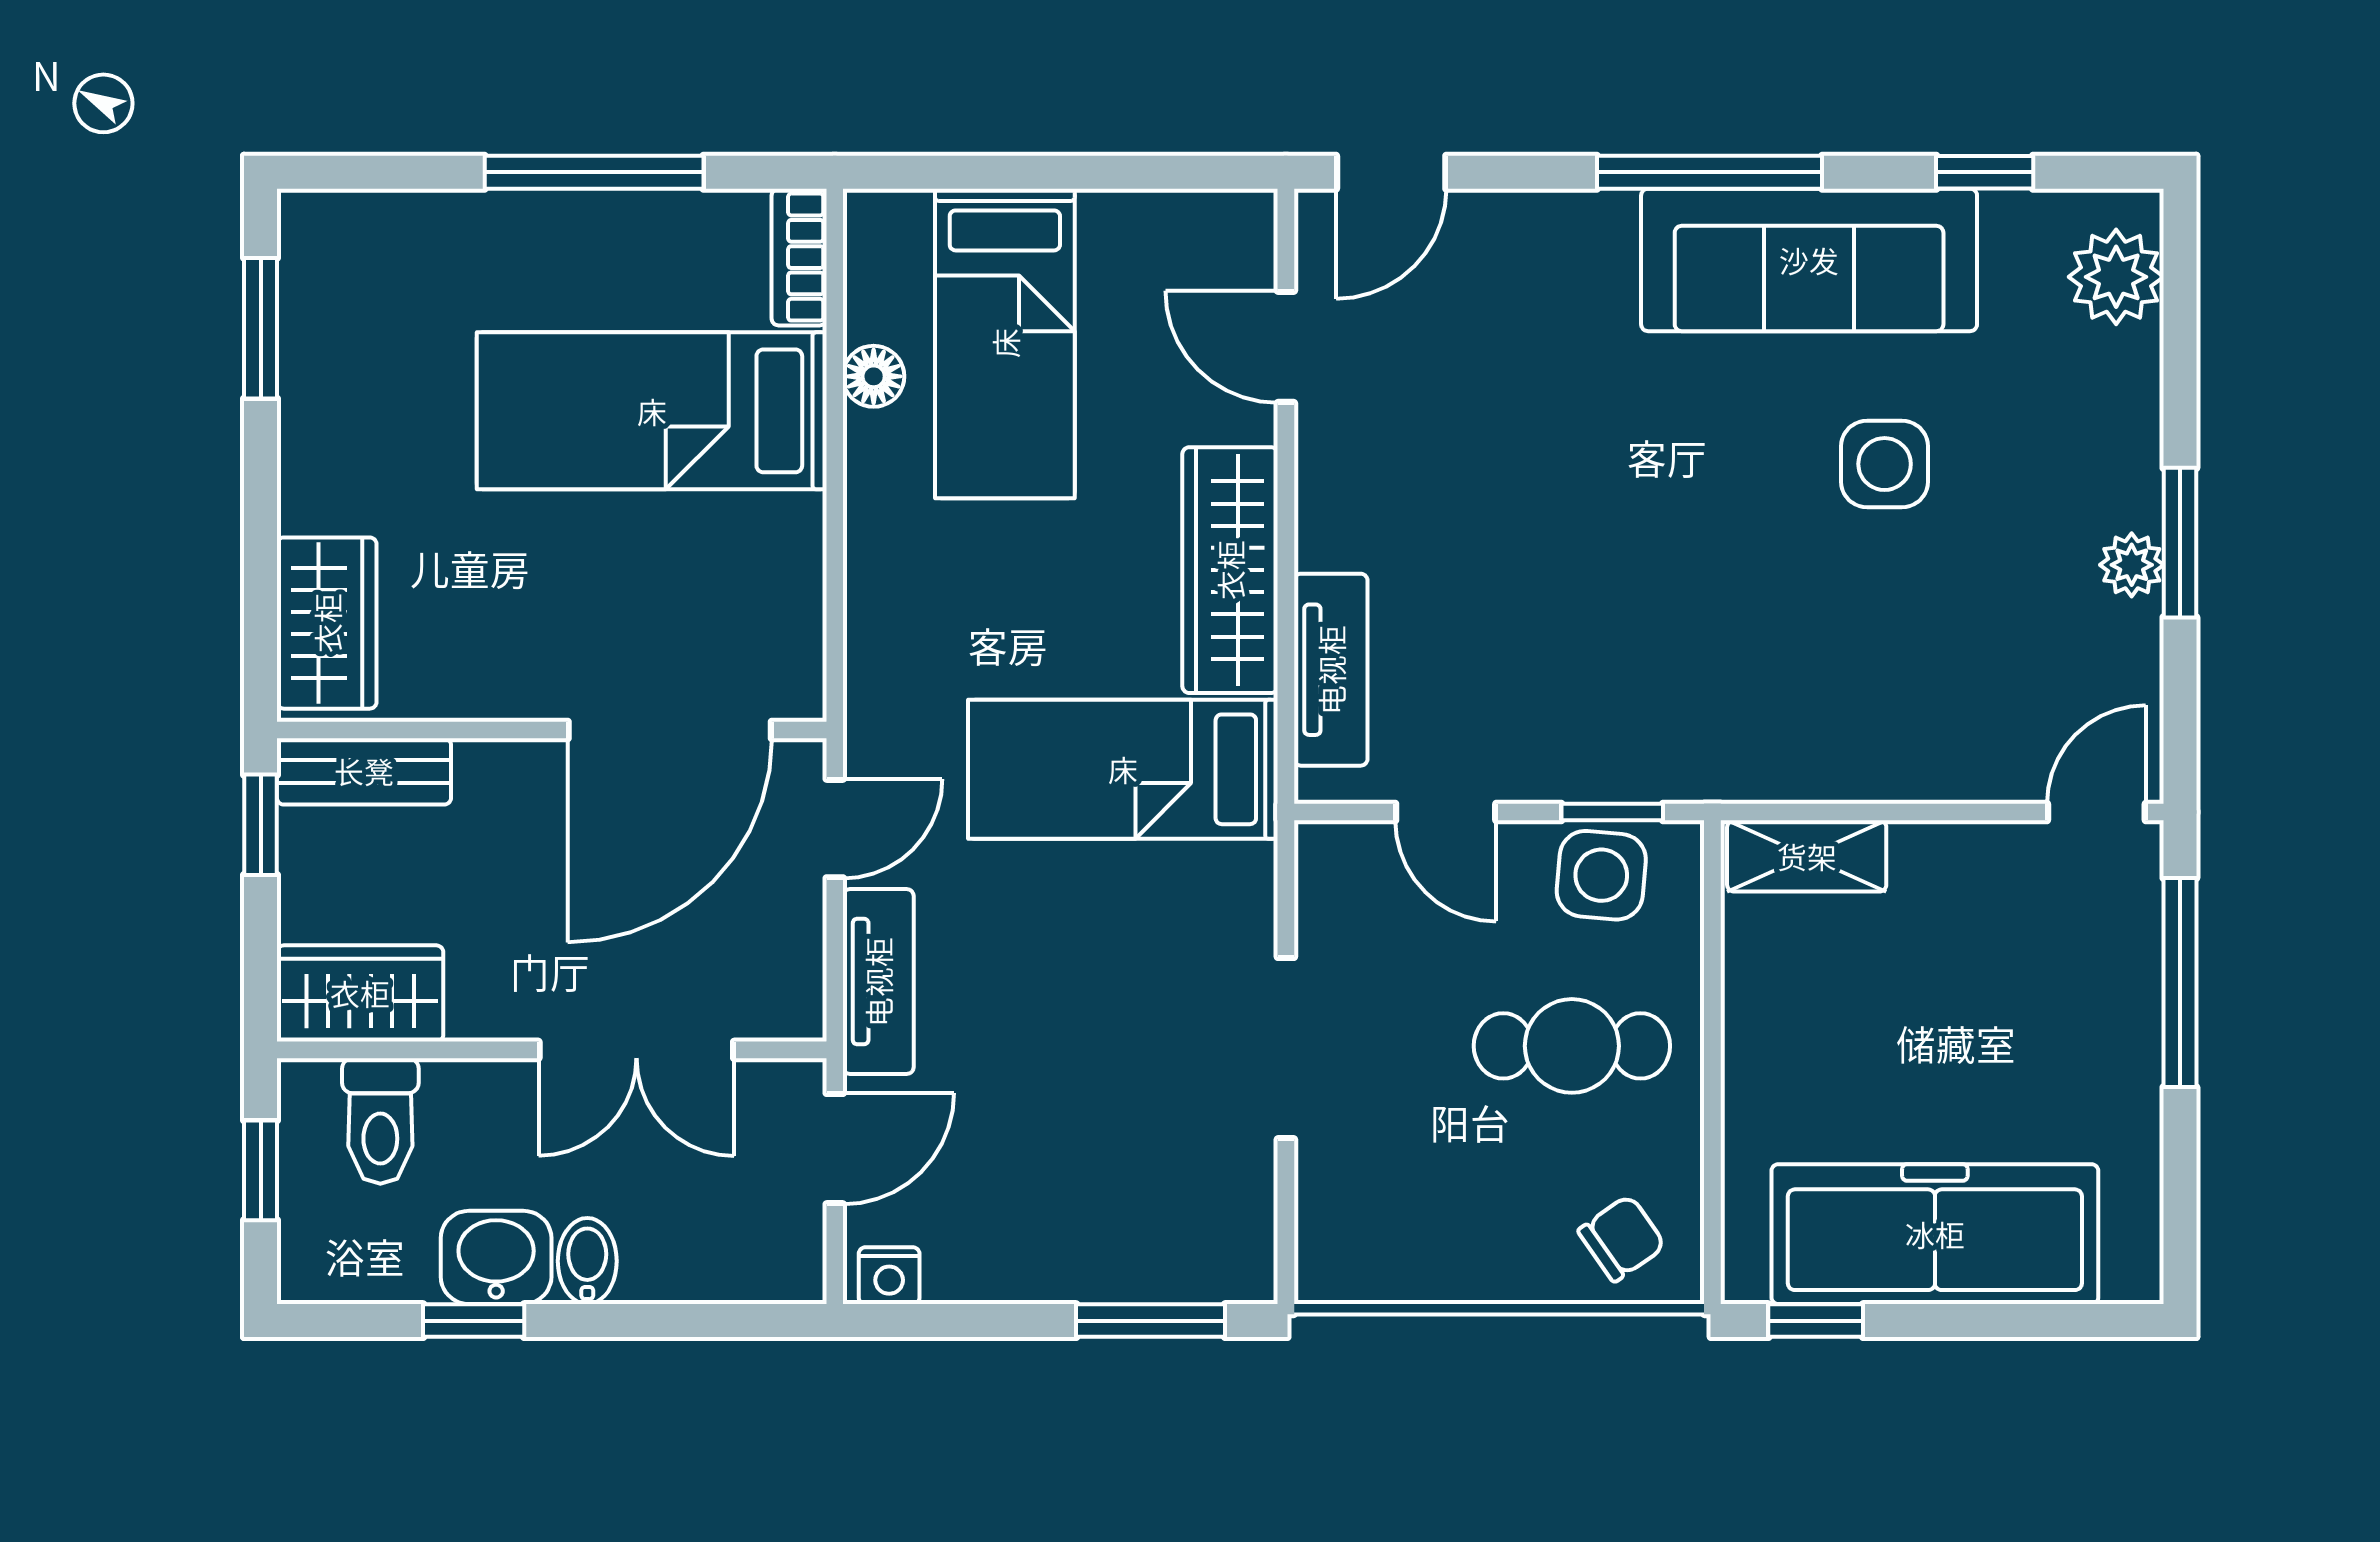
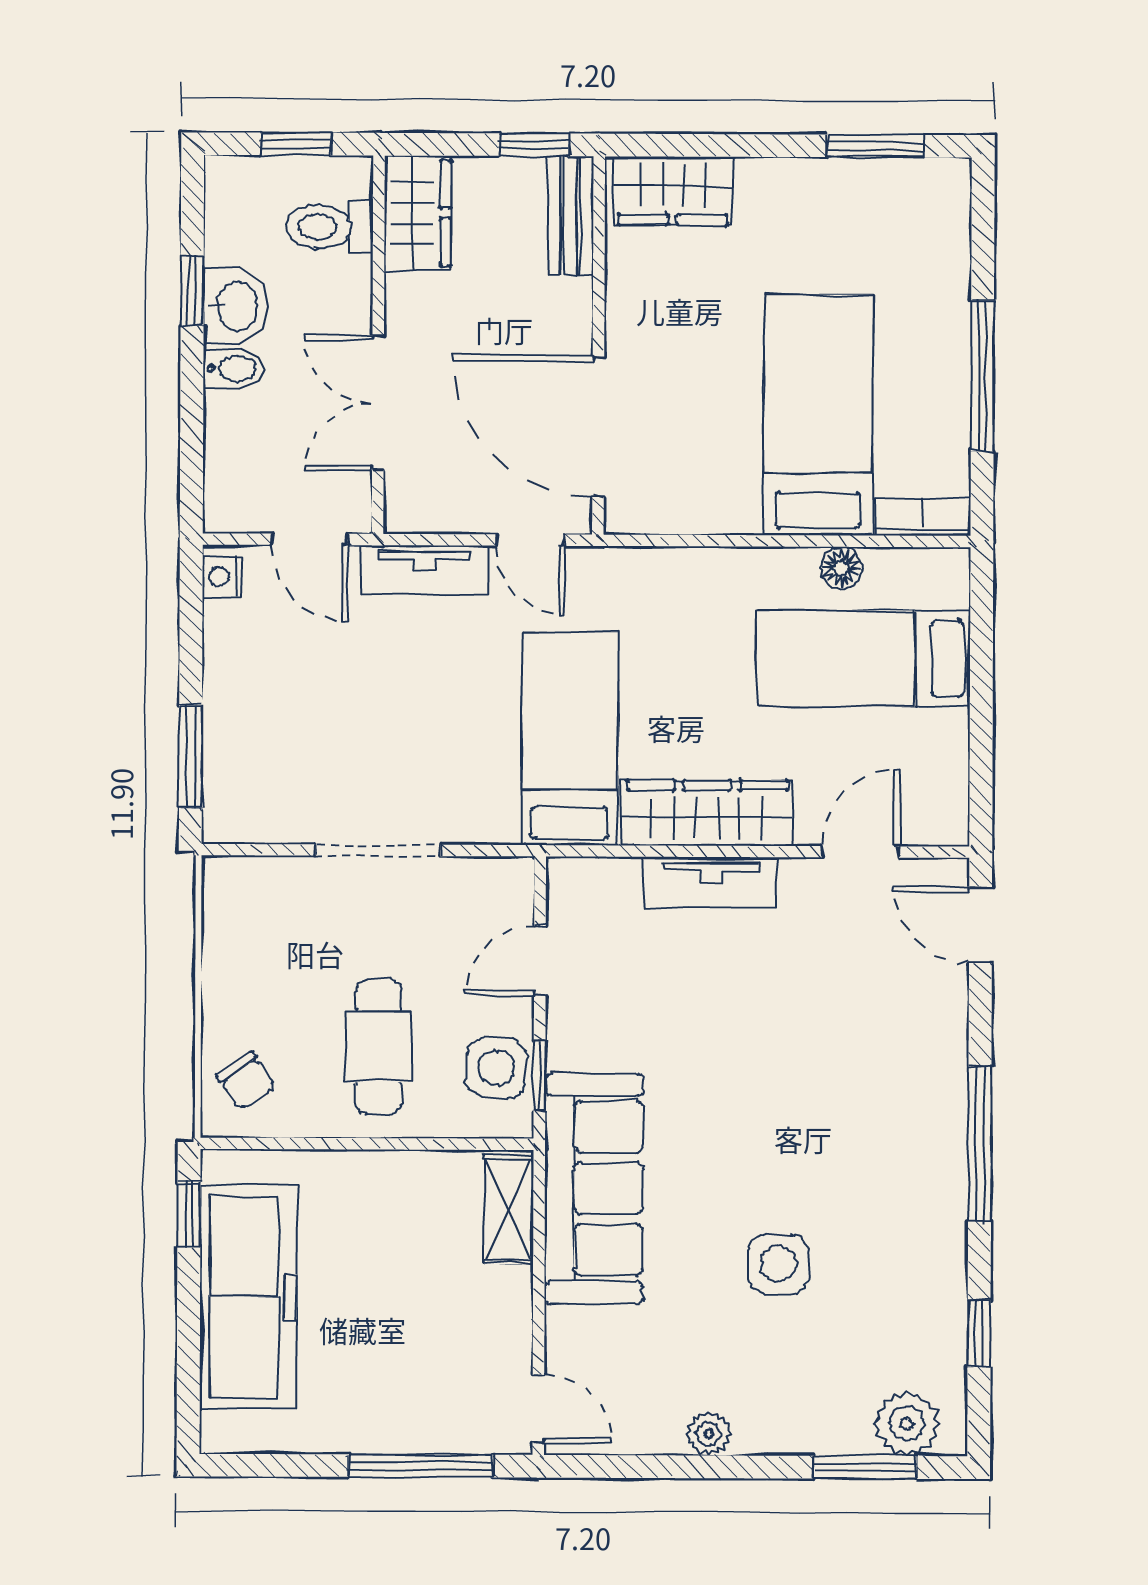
sofa: (1809, 260) -> (594, 1188), moved, turned 180
window: (2180, 543) -> (865, 1467), moved
tv unit: (1331, 670) -> (711, 882), moved

